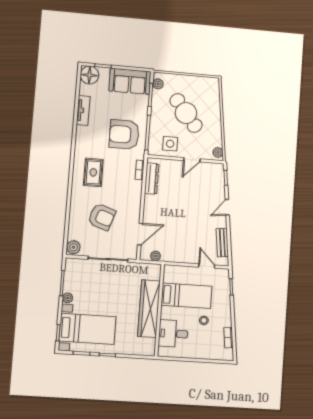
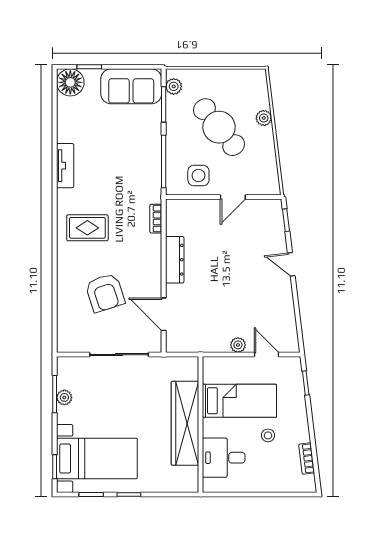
tv unit: (83, 110) -> (65, 166), moved
armchair: (124, 134) -> (129, 167), removed
plant: (218, 152) -> (264, 118), moved
rug: (93, 172) -> (87, 228), turned 90
dresser: (152, 179) -> (175, 260), moved
door: (227, 207) -> (291, 264), hinge flipped
armchair: (102, 217) -> (105, 293), turned 53
door: (140, 234) -> (164, 314), swing flipped
bench: (222, 243) -> (288, 318), removed
plant: (73, 247) -> (67, 341), removed
plant: (155, 256) -> (238, 345), moved
plant: (68, 298) -> (64, 397), moved

